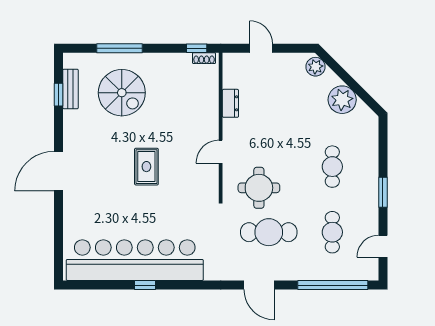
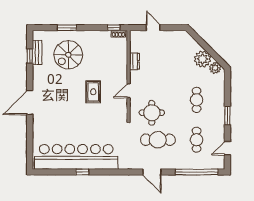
window: (120, 48) -> (67, 28), width x0.69
plant: (315, 67) -> (215, 68), moved
spiral stairs: (122, 93) -> (68, 55), turned 90
rug: (146, 167) -> (93, 92), moved

